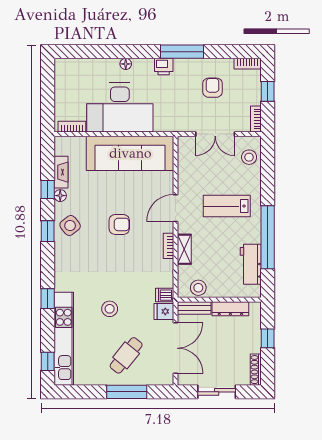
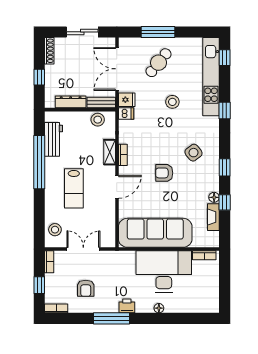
lab bench: (227, 206) -> (74, 188), turned 90
side table: (70, 225) -> (194, 153), moved

